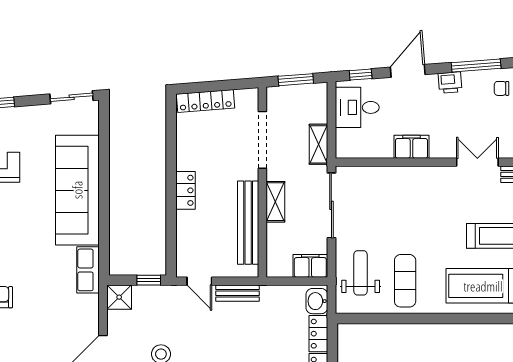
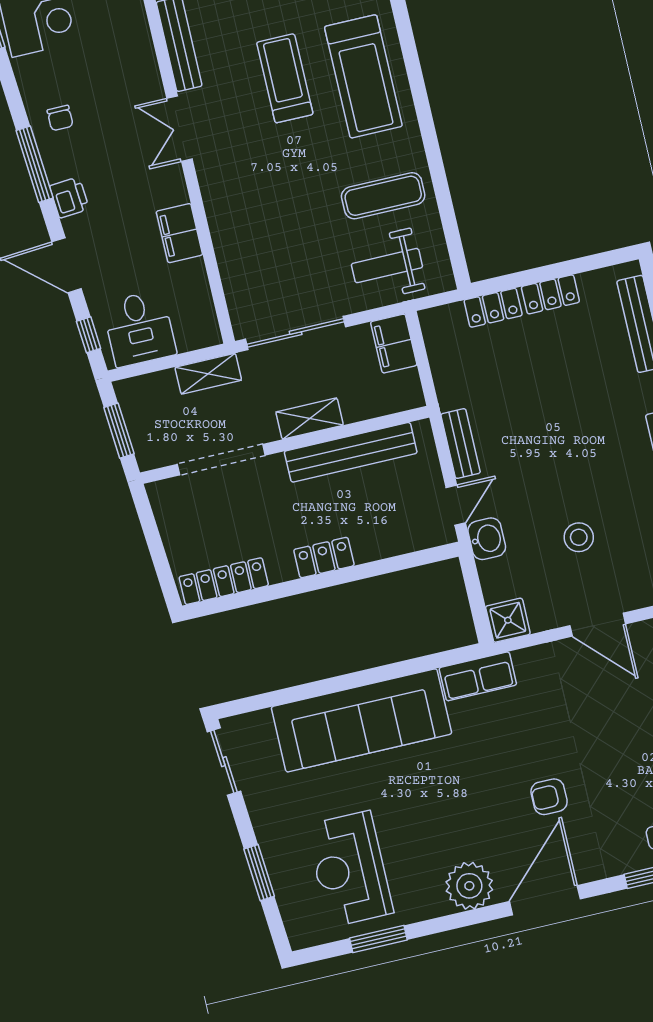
locker: (205, 101) -> (224, 581), moved, turned -86
window: (149, 280) -> (472, 582), removed
washbasin: (317, 301) -> (487, 539), moved, turned -90

